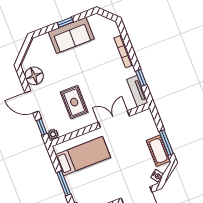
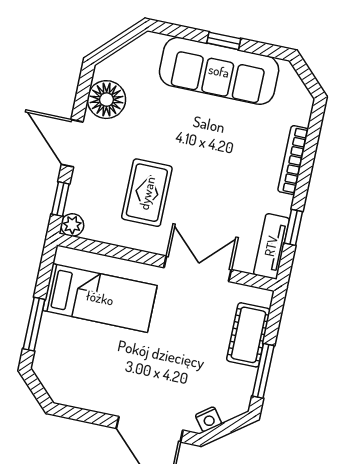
sofa: (71, 35) -> (219, 71), width x1.36
cot: (158, 151) -> (248, 335), moved

